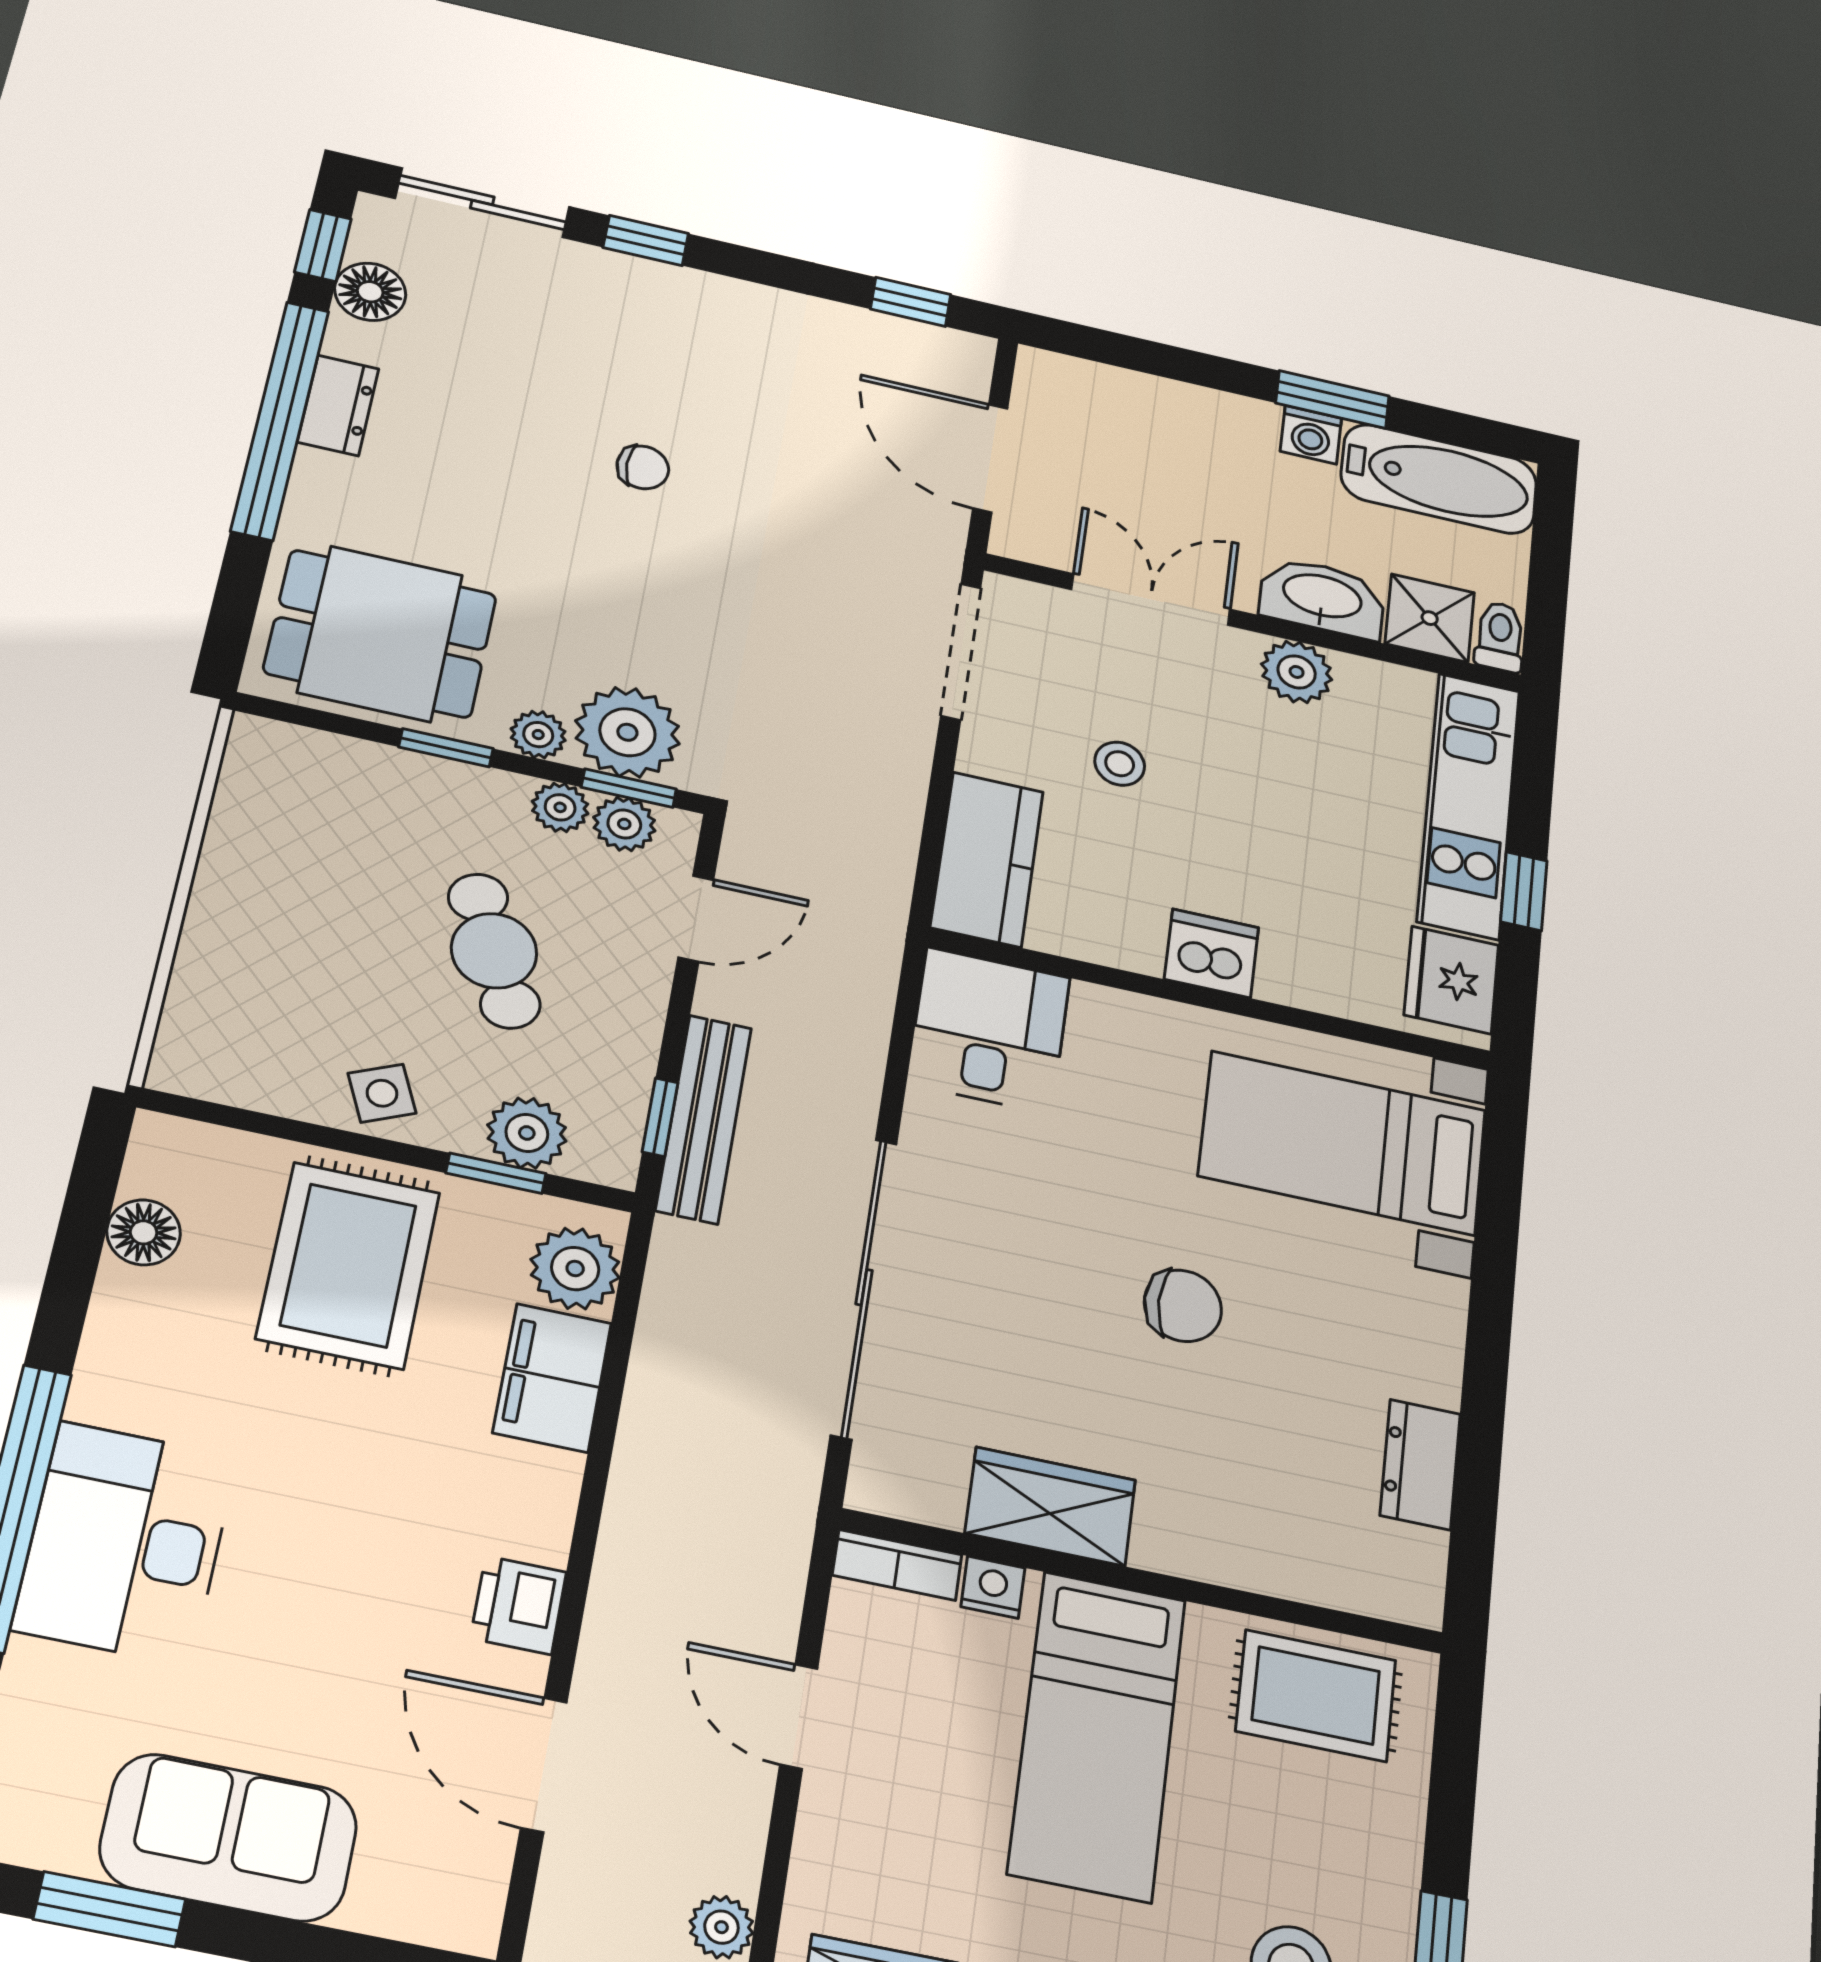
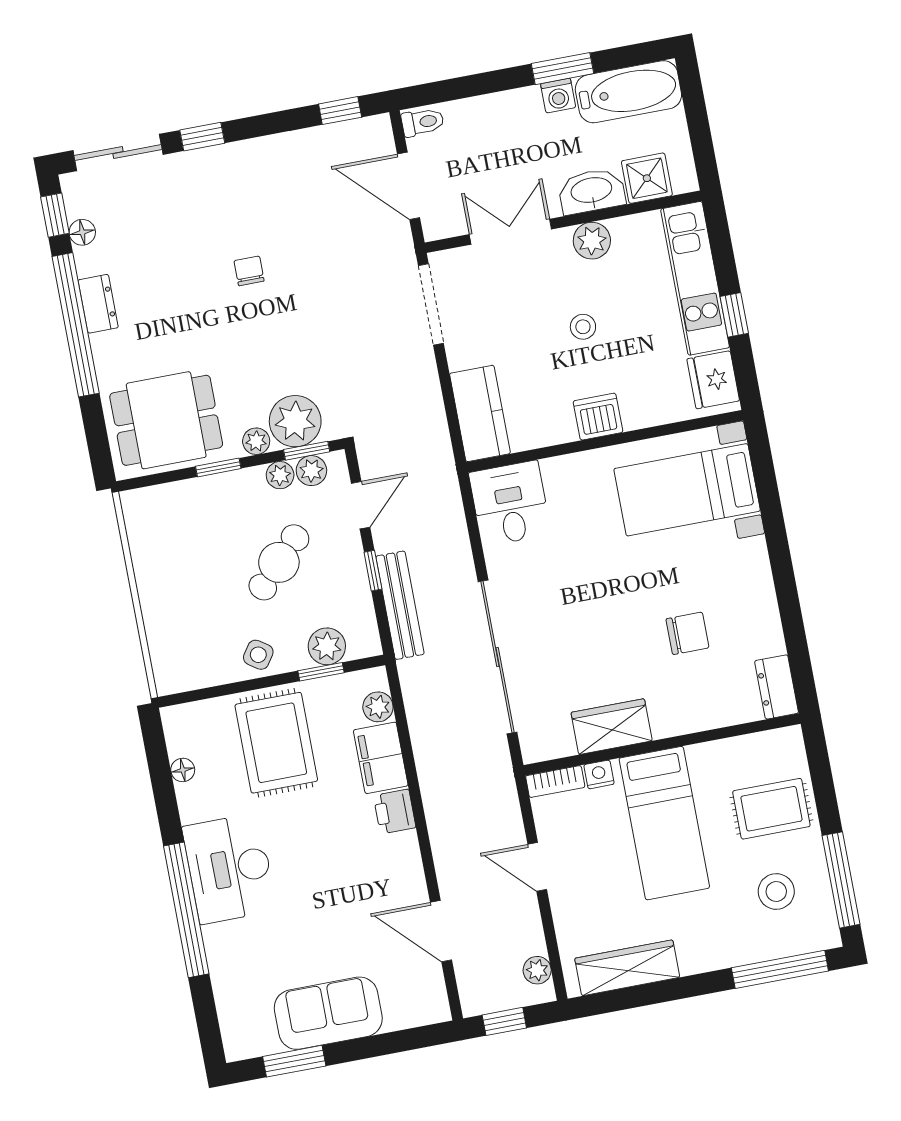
floor lamp: (370, 292) -> (82, 232), width x0.73, depth x0.73
chair: (643, 467) -> (249, 271), turned -90
toilet: (1500, 637) -> (423, 122), moved, turned 90
stool: (1120, 764) -> (583, 327), moved
cafe table: (494, 951) -> (279, 562), turned 69
side table: (382, 1093) -> (258, 655), turned -32
window: (660, 1117) -> (373, 571), moved
floor lamp: (144, 1232) -> (183, 770), width x0.73, depth x0.73
plant: (575, 1268) -> (378, 707), width x0.73, depth x0.73
chair: (1183, 1306) -> (687, 633), moved
dresser: (1420, 1465) -> (777, 687), moved
desk: (125, 1543) -> (229, 869), moved
printer: (518, 1605) -> (395, 812), moved
rug: (1316, 1696) -> (771, 809), moved

